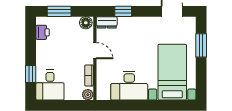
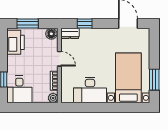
printer: (43, 32) -> (16, 42), width x1.87, depth x1.48
window: (201, 45) -> (154, 80), moved

